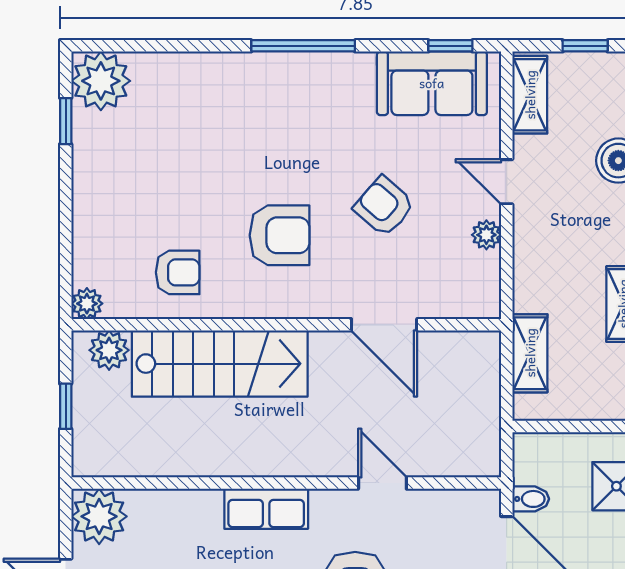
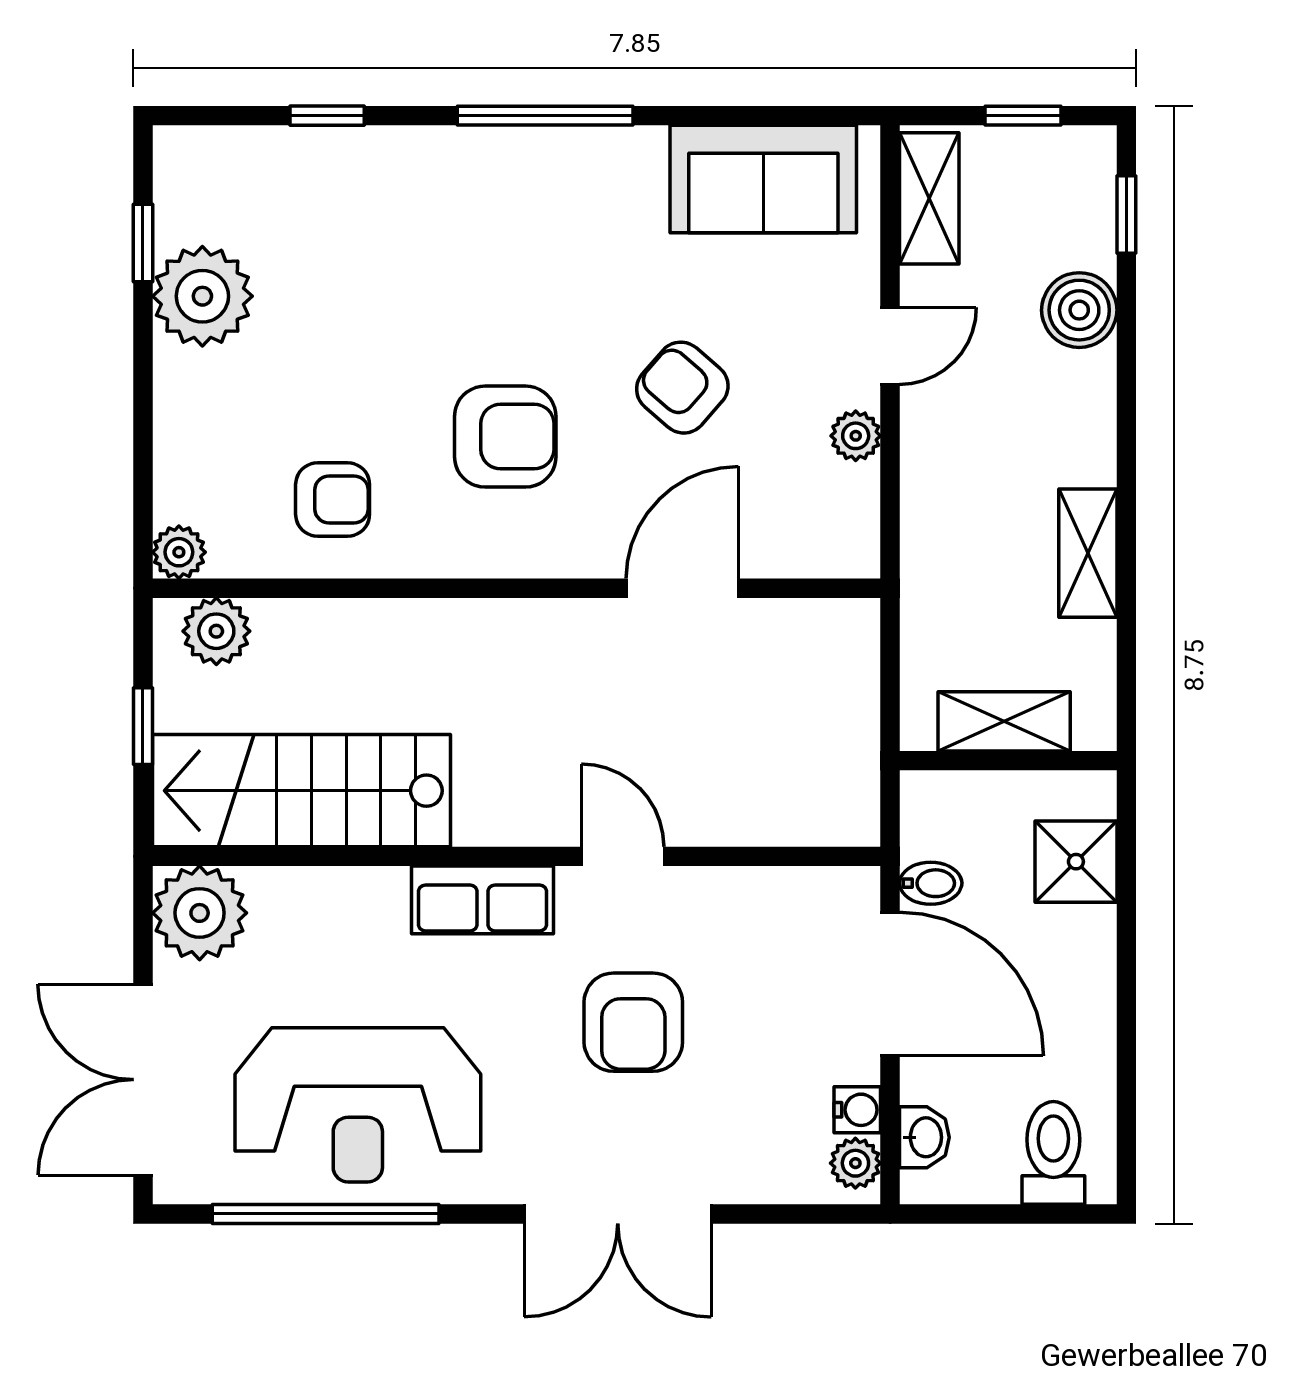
window: (450, 46) -> (327, 116), moved
plant: (101, 81) -> (202, 296), moved
door: (507, 182) -> (890, 346), swing flipped
door: (384, 325) -> (682, 588), swing flipped
shelving: (530, 353) -> (1004, 721), moved, turned 90
stairs: (220, 364) -> (301, 791), moved, turned 180
door: (382, 483) -> (623, 856), moved

